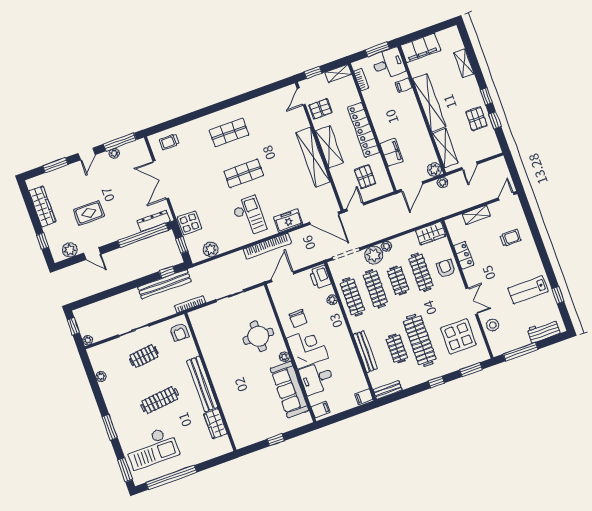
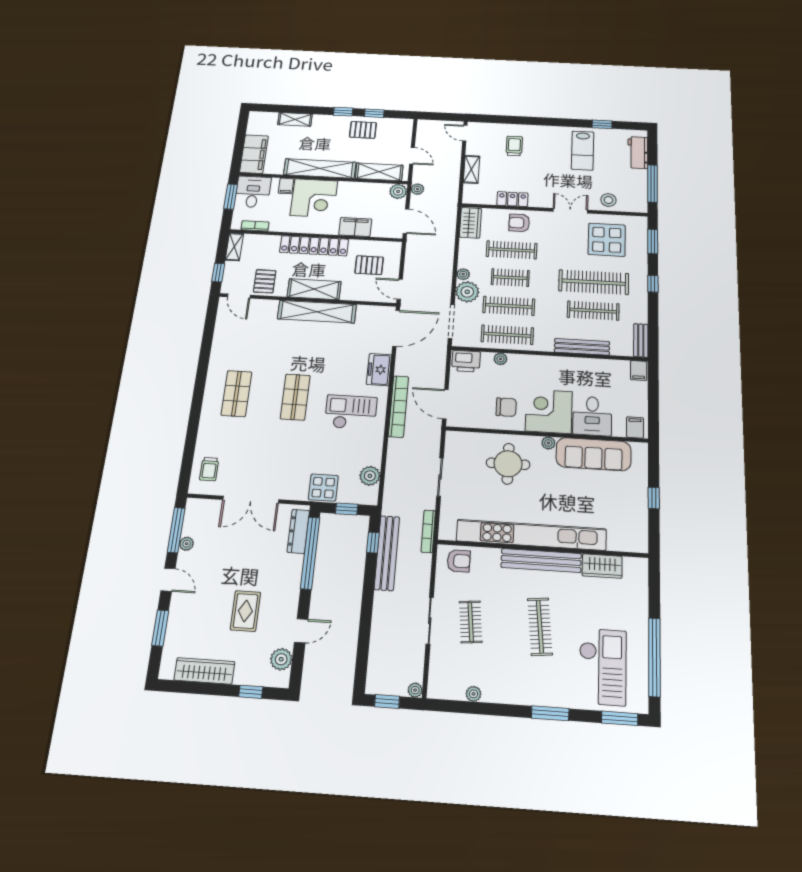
corner desk: (402, 111) -> (314, 198), added
clothes rail: (397, 348) -> (593, 311), width x1.36
kitchen unit: (216, 371) -> (531, 535), added

